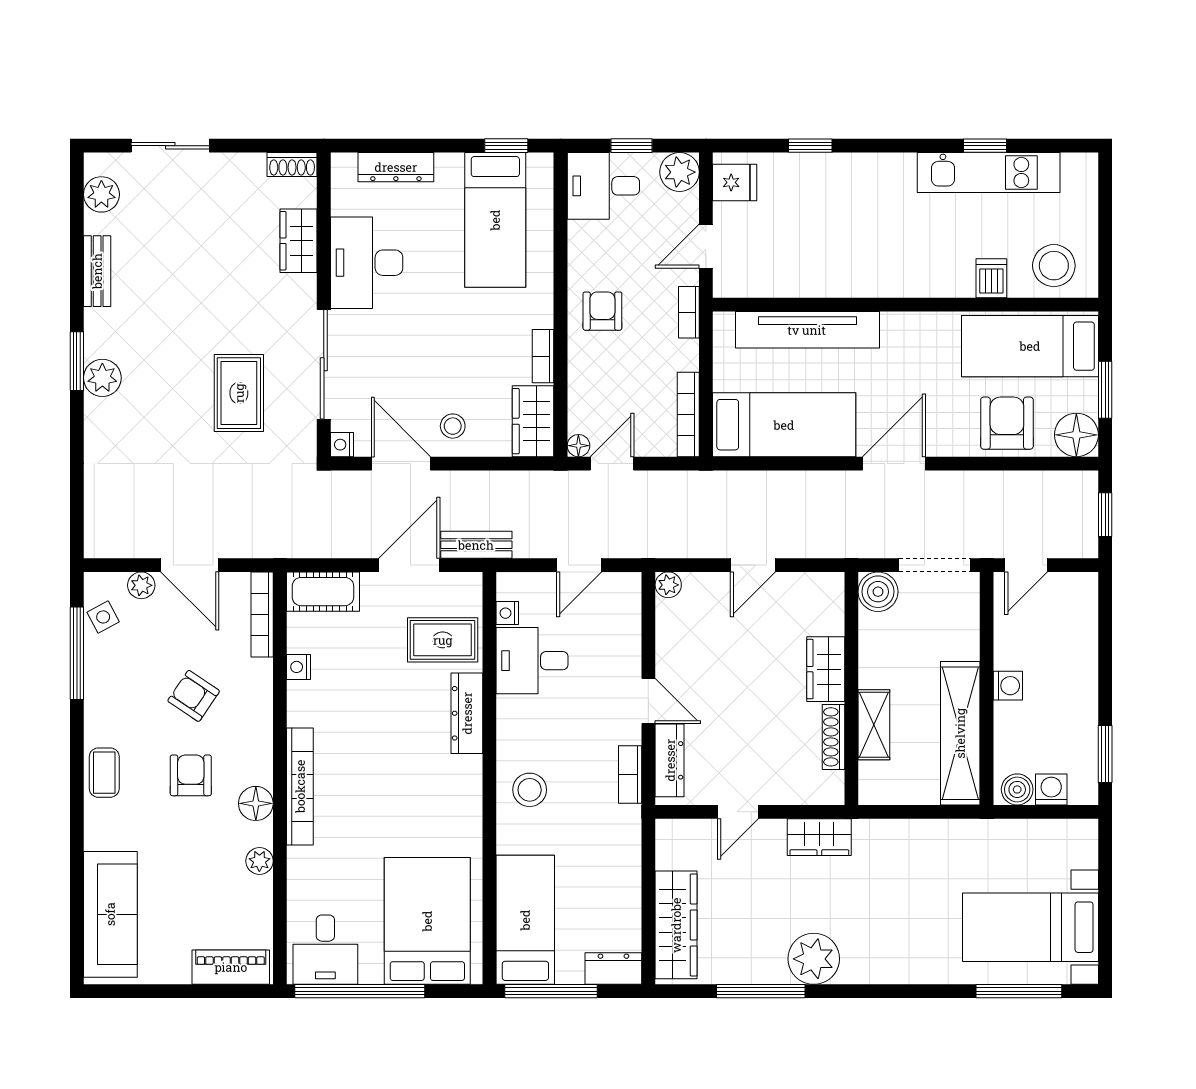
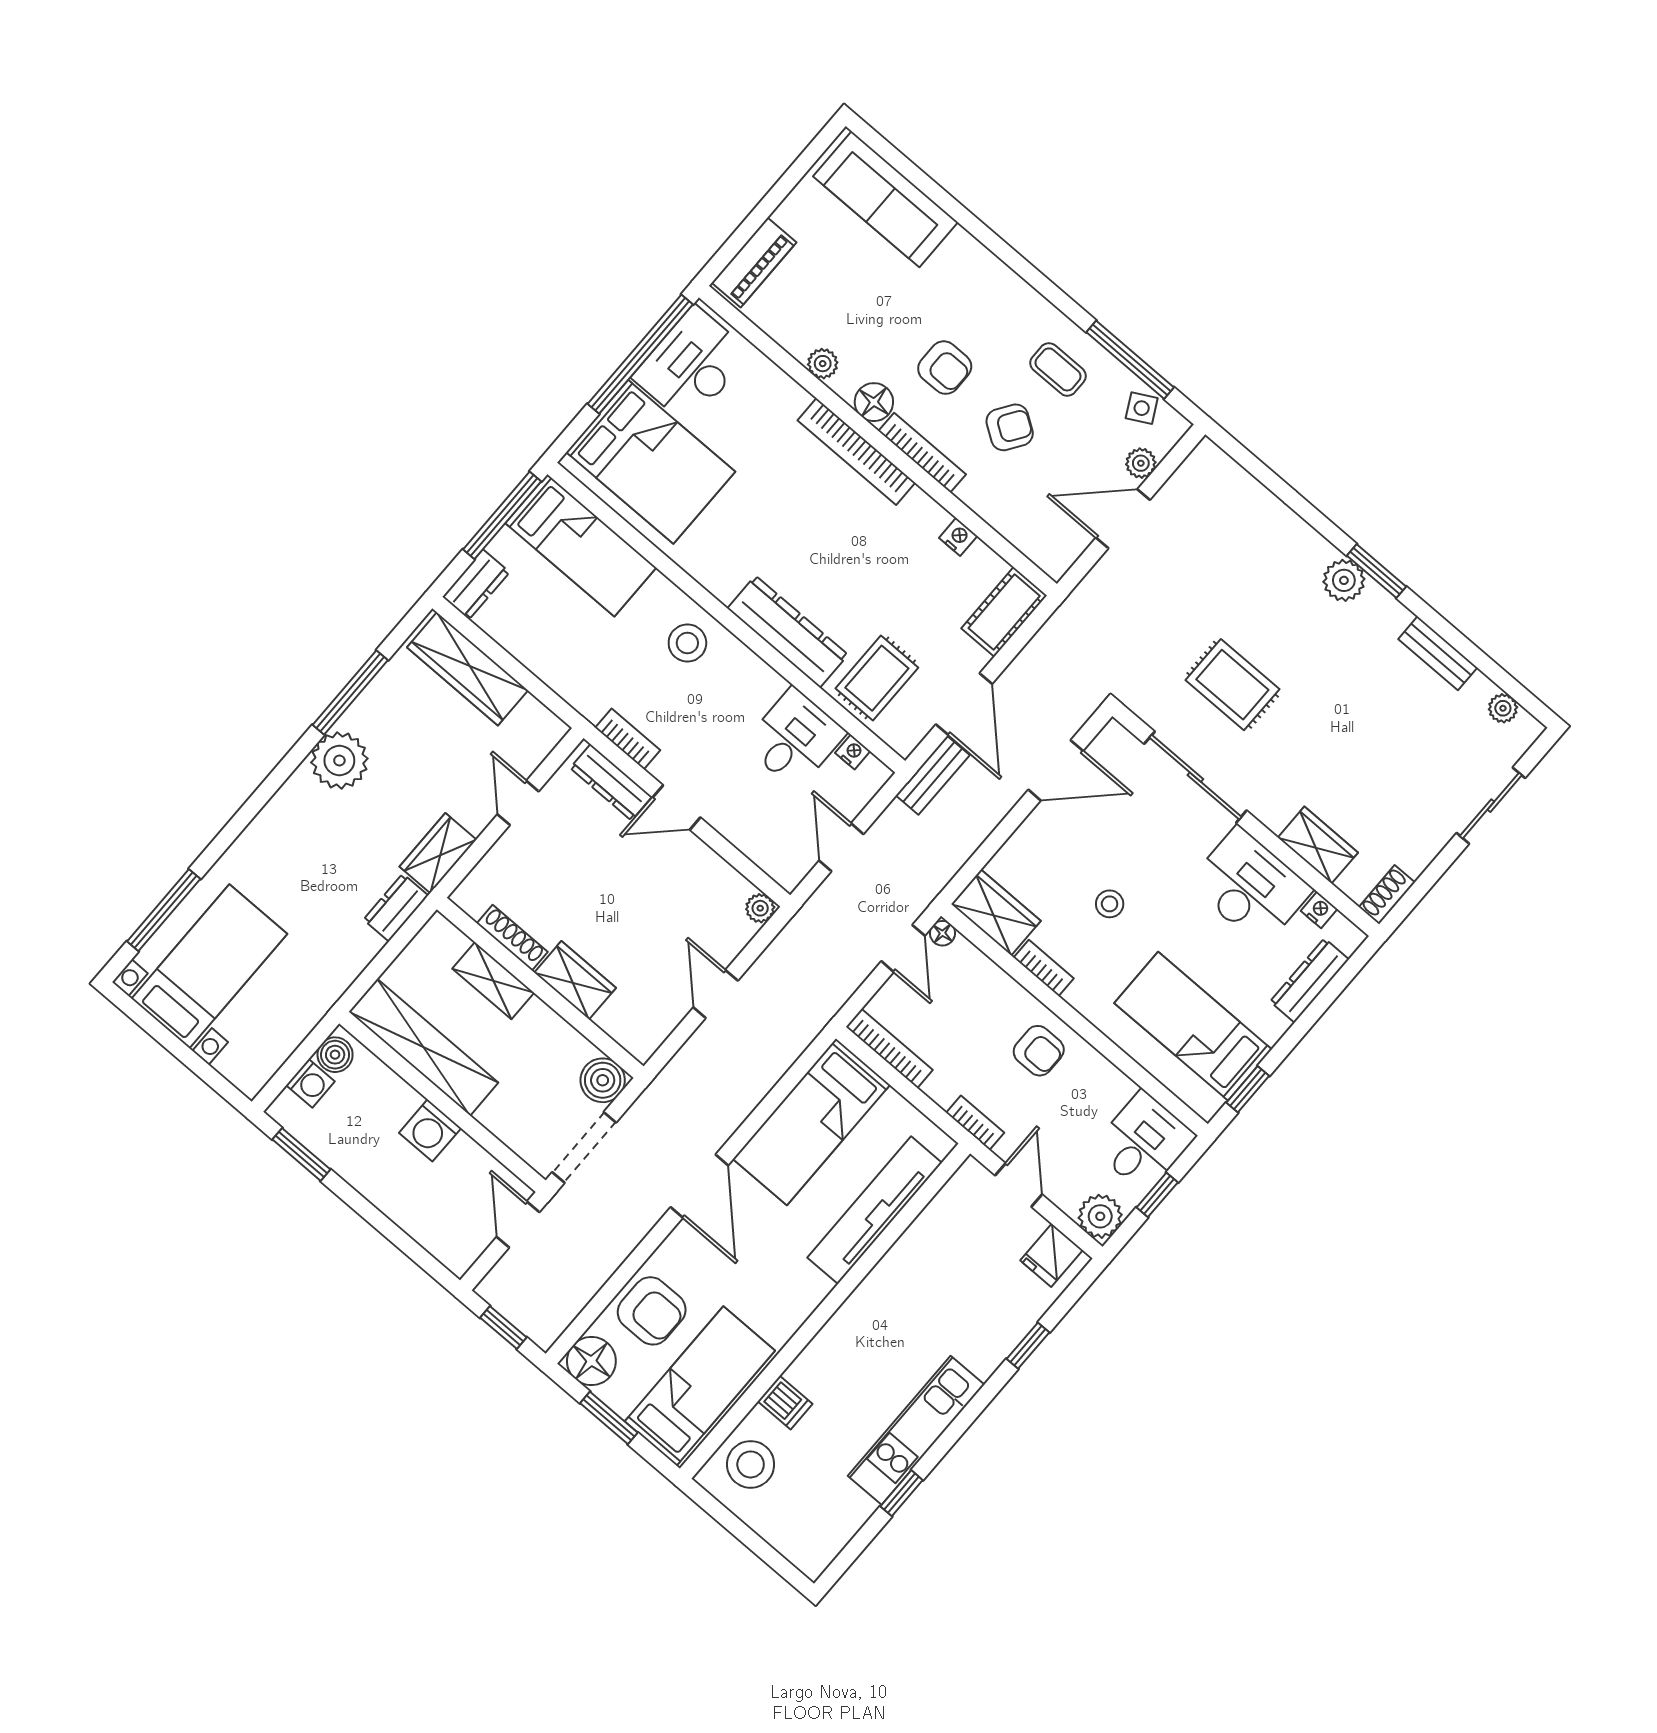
kitchen unit: (989, 172) -> (916, 1430), moved
plant: (101, 194) -> (1503, 708), width x0.73, depth x0.73
stool: (453, 426) -> (1110, 904), moved
nightstand: (342, 445) -> (1319, 910), moved
bookcase: (262, 614) -> (922, 453), moved
washing machine: (1008, 686) -> (430, 1130), width x1.38, depth x1.38
dresser: (467, 713) -> (788, 632), width x1.37, depth x1.24
coffee table: (104, 773) -> (1058, 369), moved
dresser: (881, 834) -> (396, 908), added
desk: (325, 950) -> (692, 365), width x1.37

